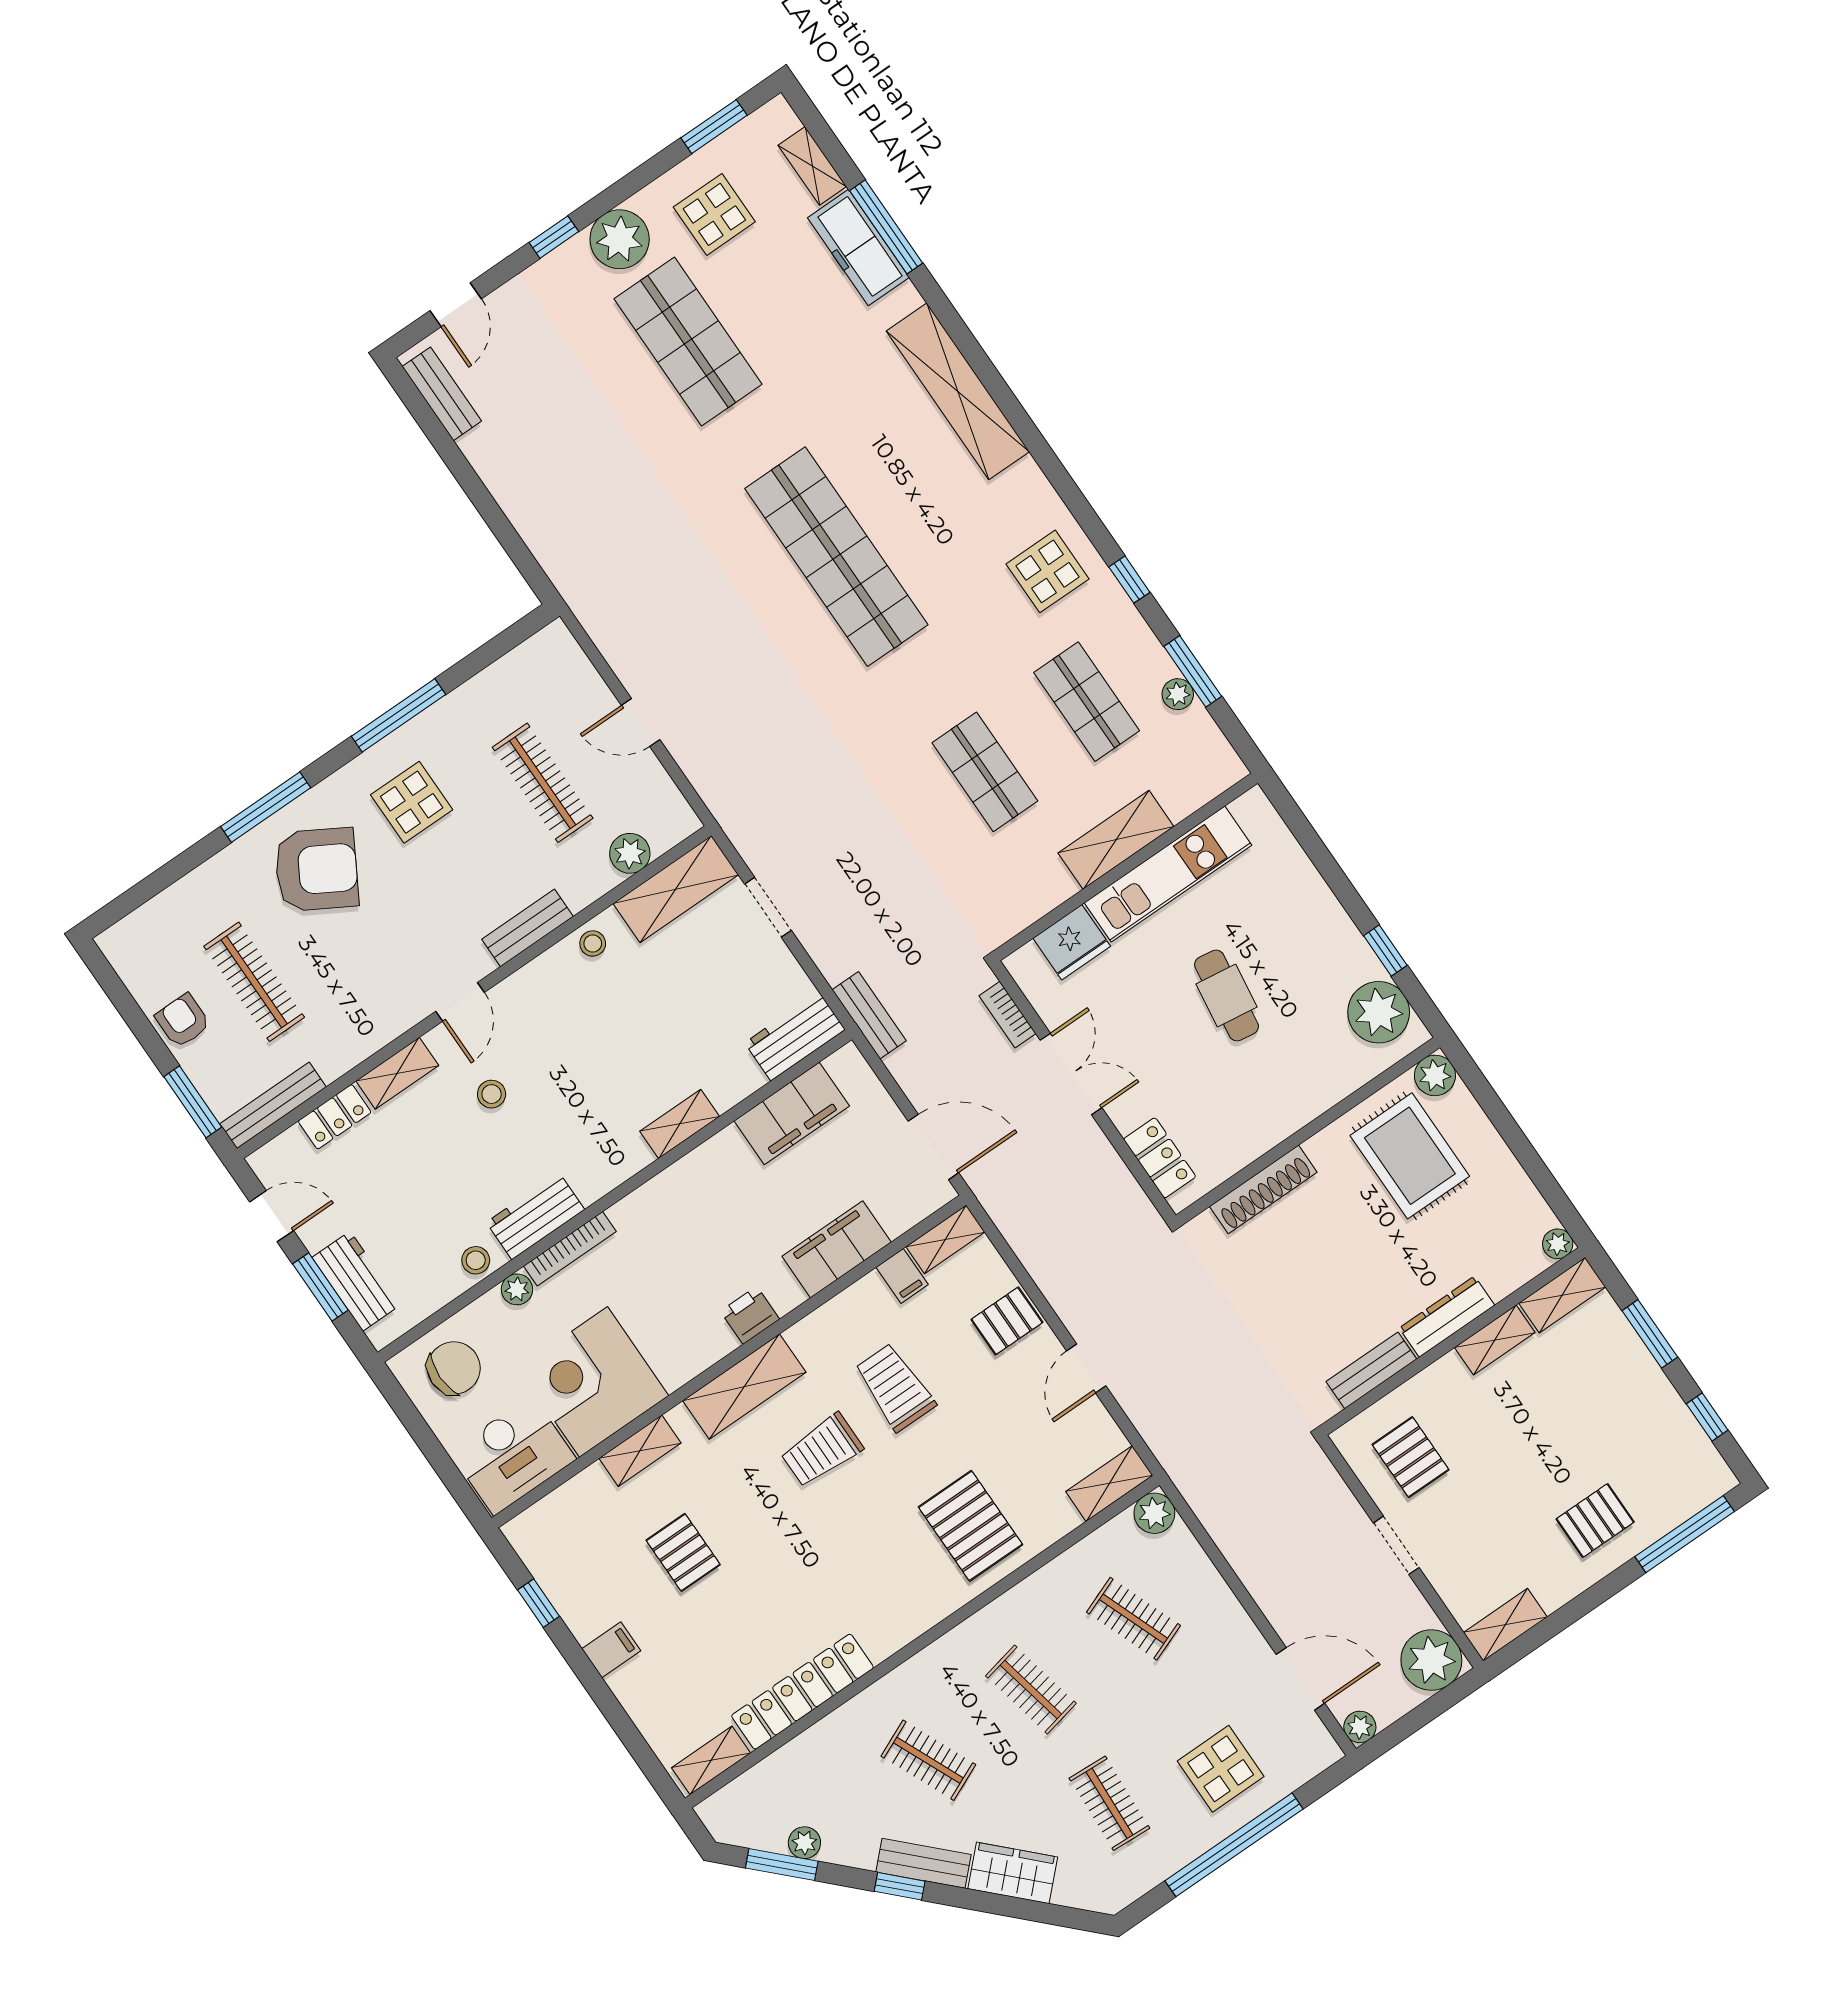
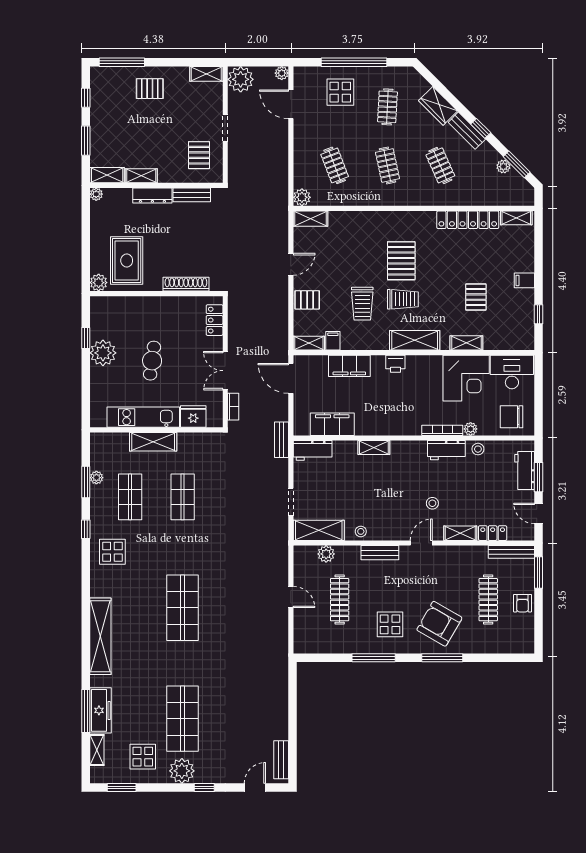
shop shelf: (836, 557) -> (183, 608), width x0.71
plant: (1379, 1012) -> (103, 353), moved
pallet: (971, 1526) -> (401, 261), moved

